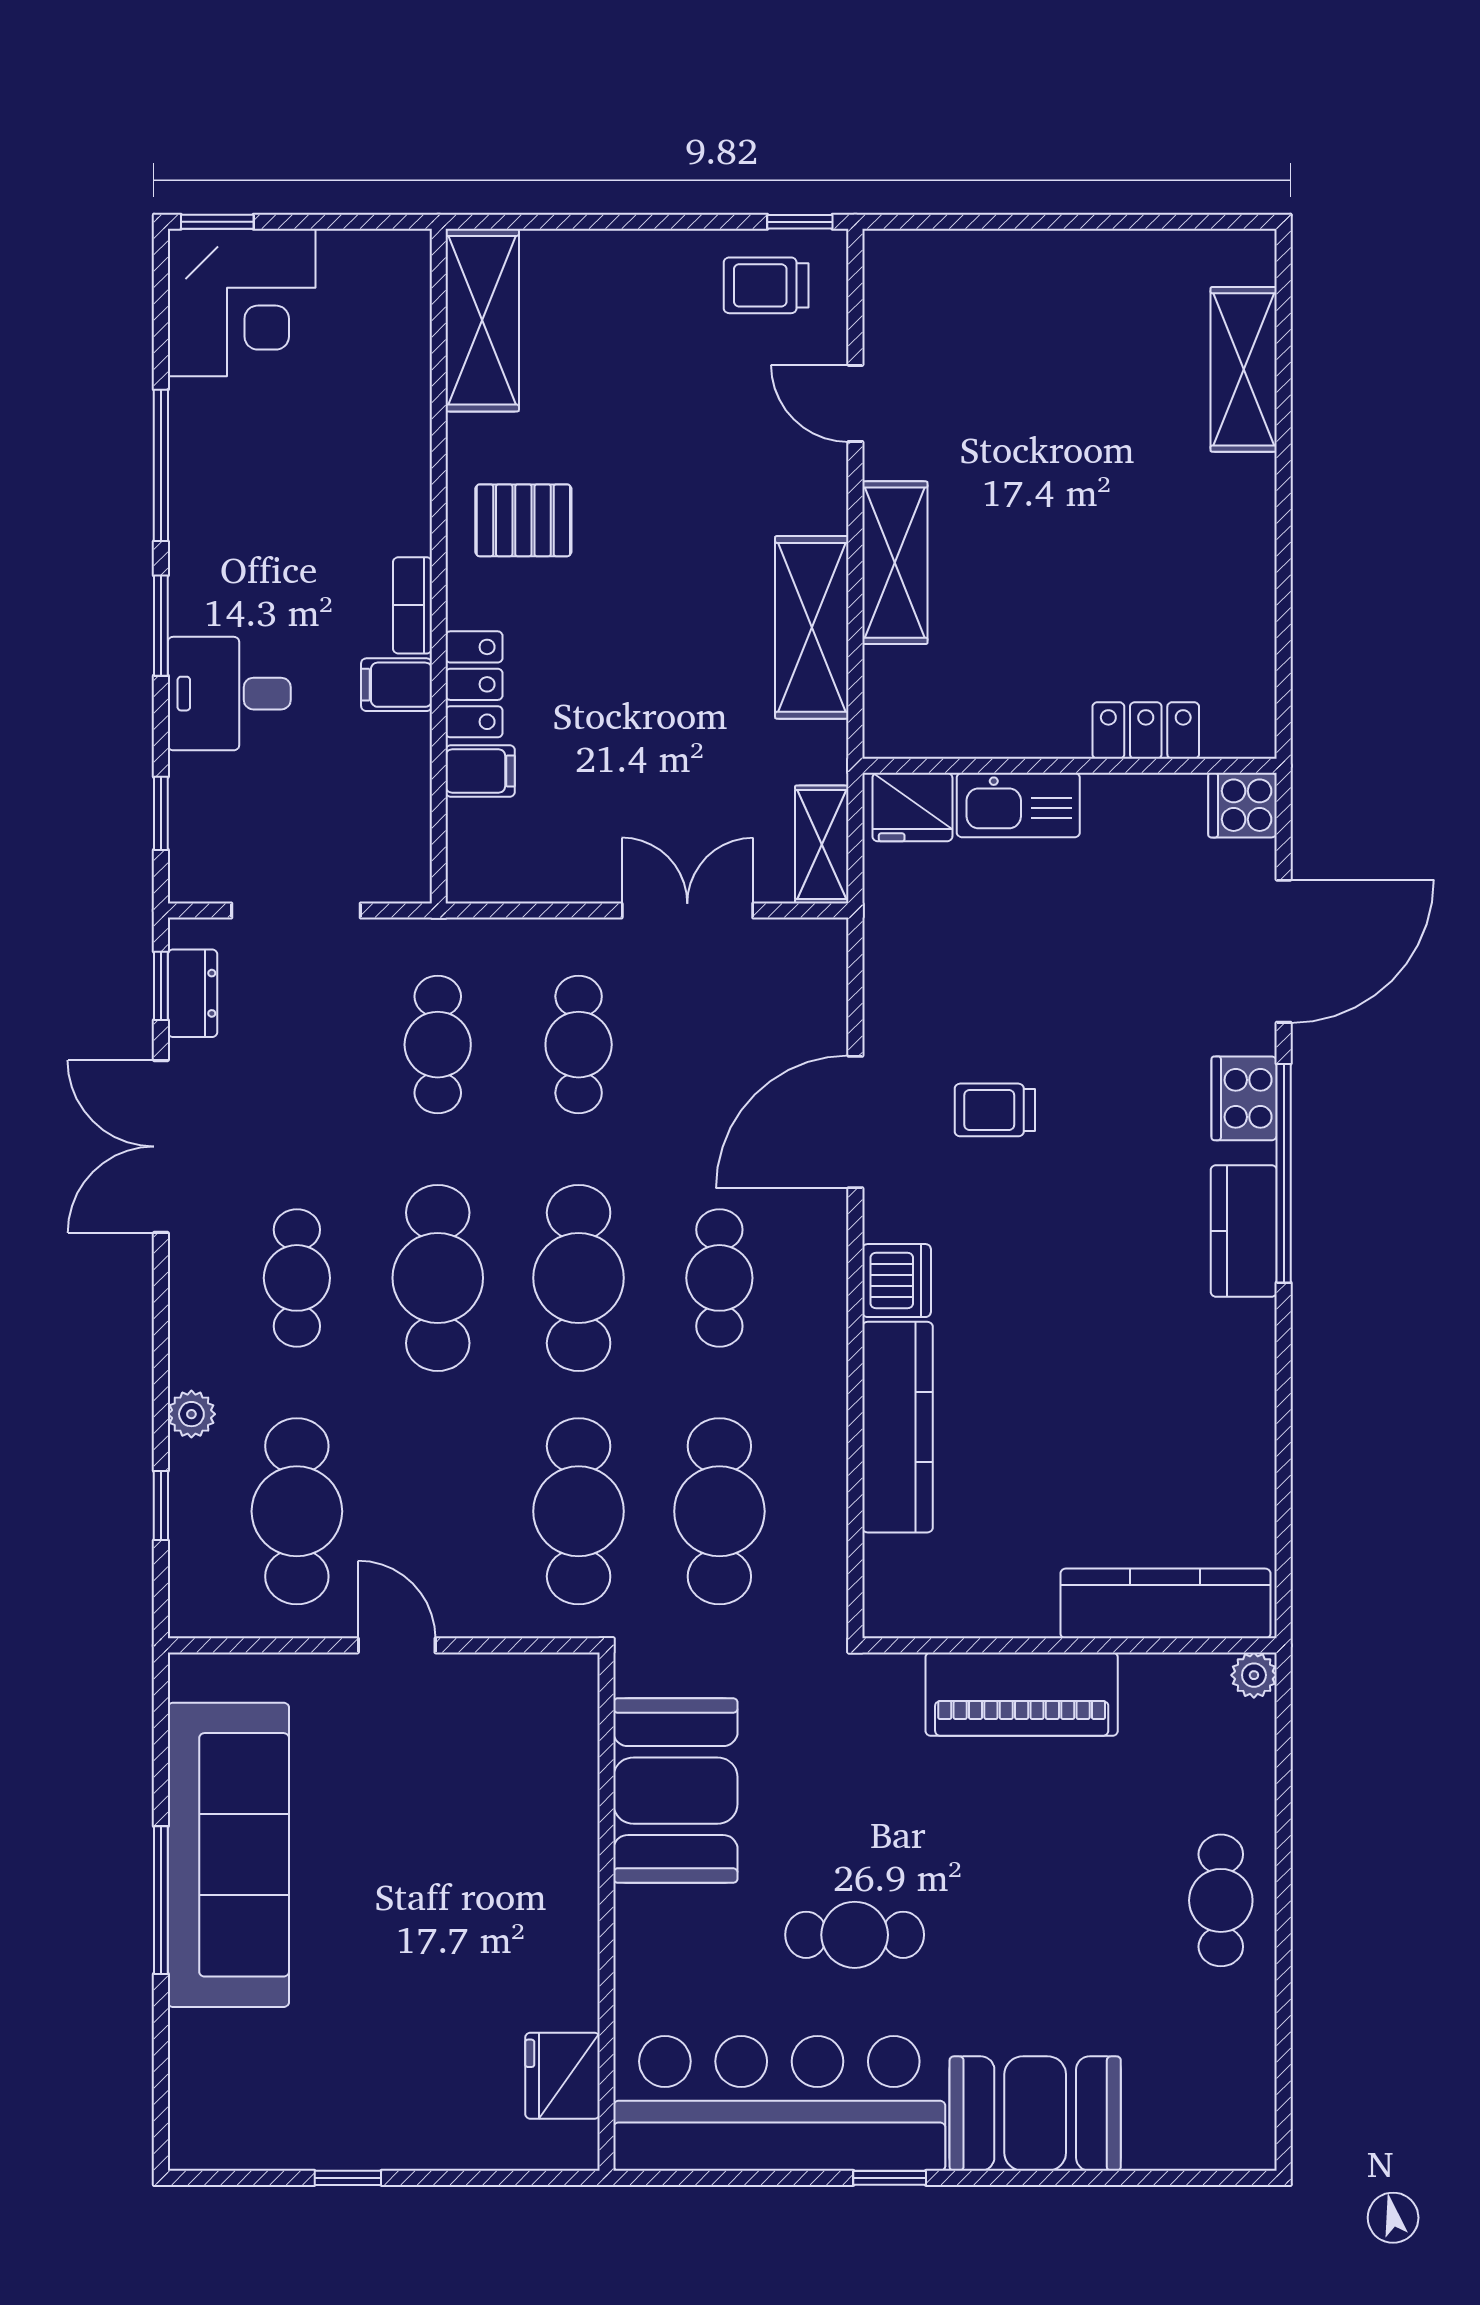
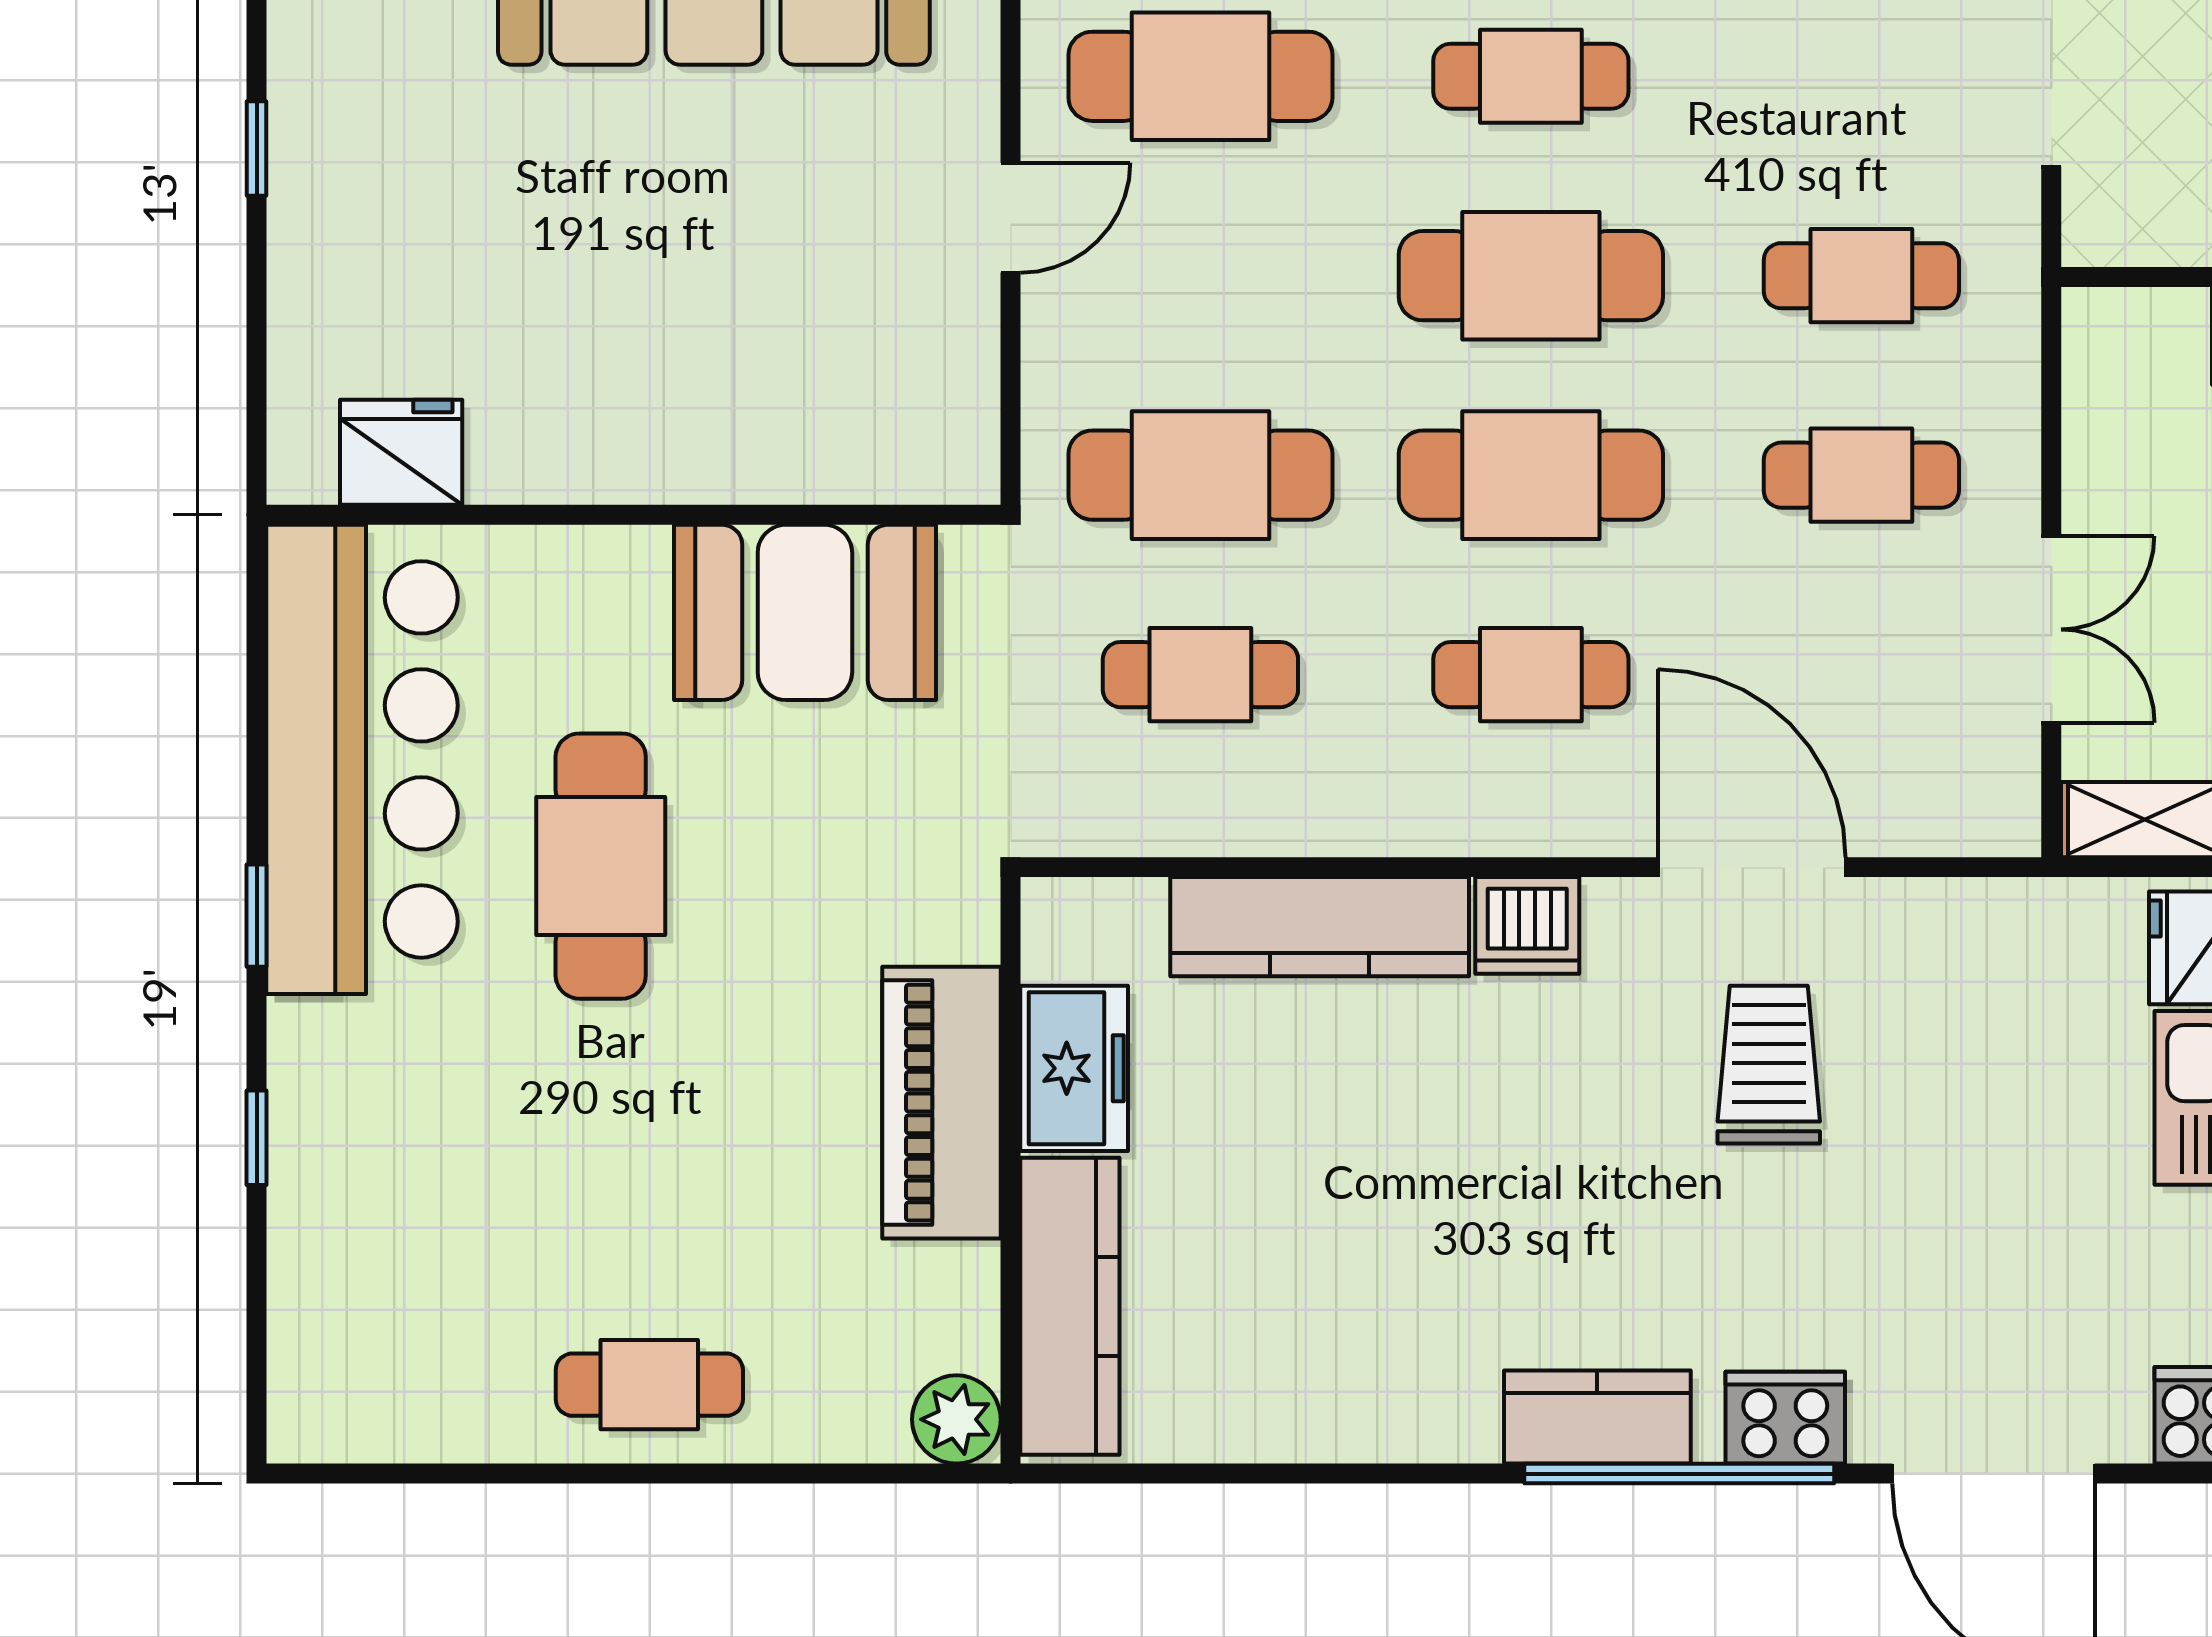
trolley: (995, 1110) -> (1769, 1065), width x1.36, depth x1.39
cafe table: (719, 1511) -> (1200, 675), width x0.73, depth x0.74
freezer: (997, 1600) -> (1074, 1068), added
plant: (1254, 1675) -> (956, 1419), width x1.38, depth x1.38
cafe table: (855, 1935) -> (601, 866), width x1.37, depth x1.35
booth: (1035, 2114) -> (348, 1122), removed
window: (1047, 2178) -> (257, 1138), added

